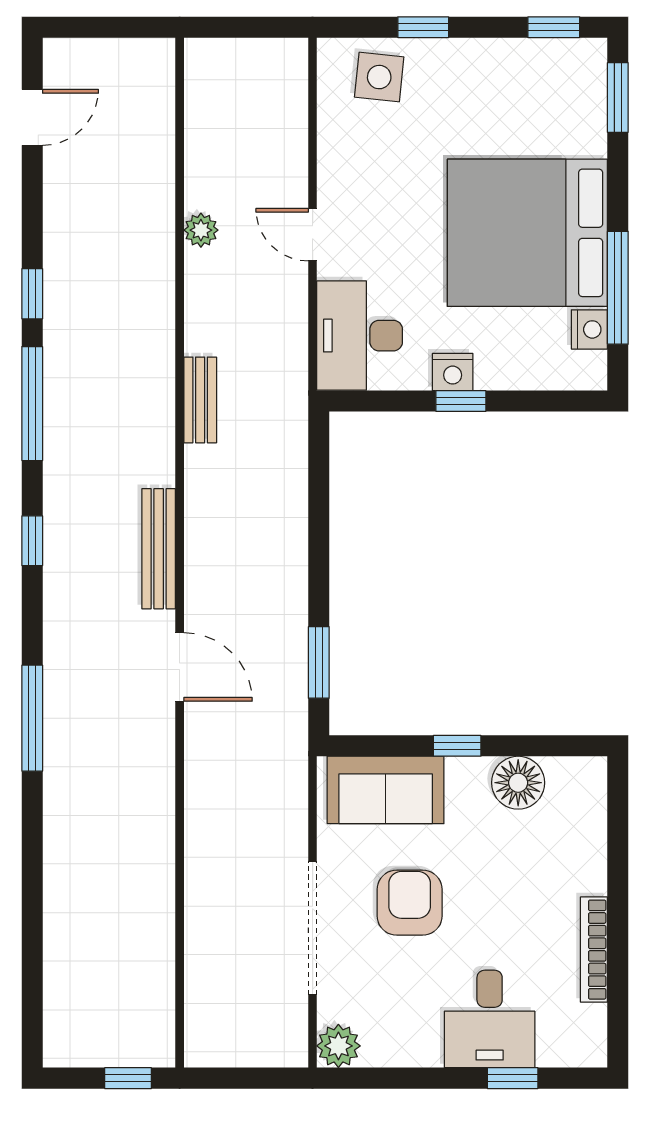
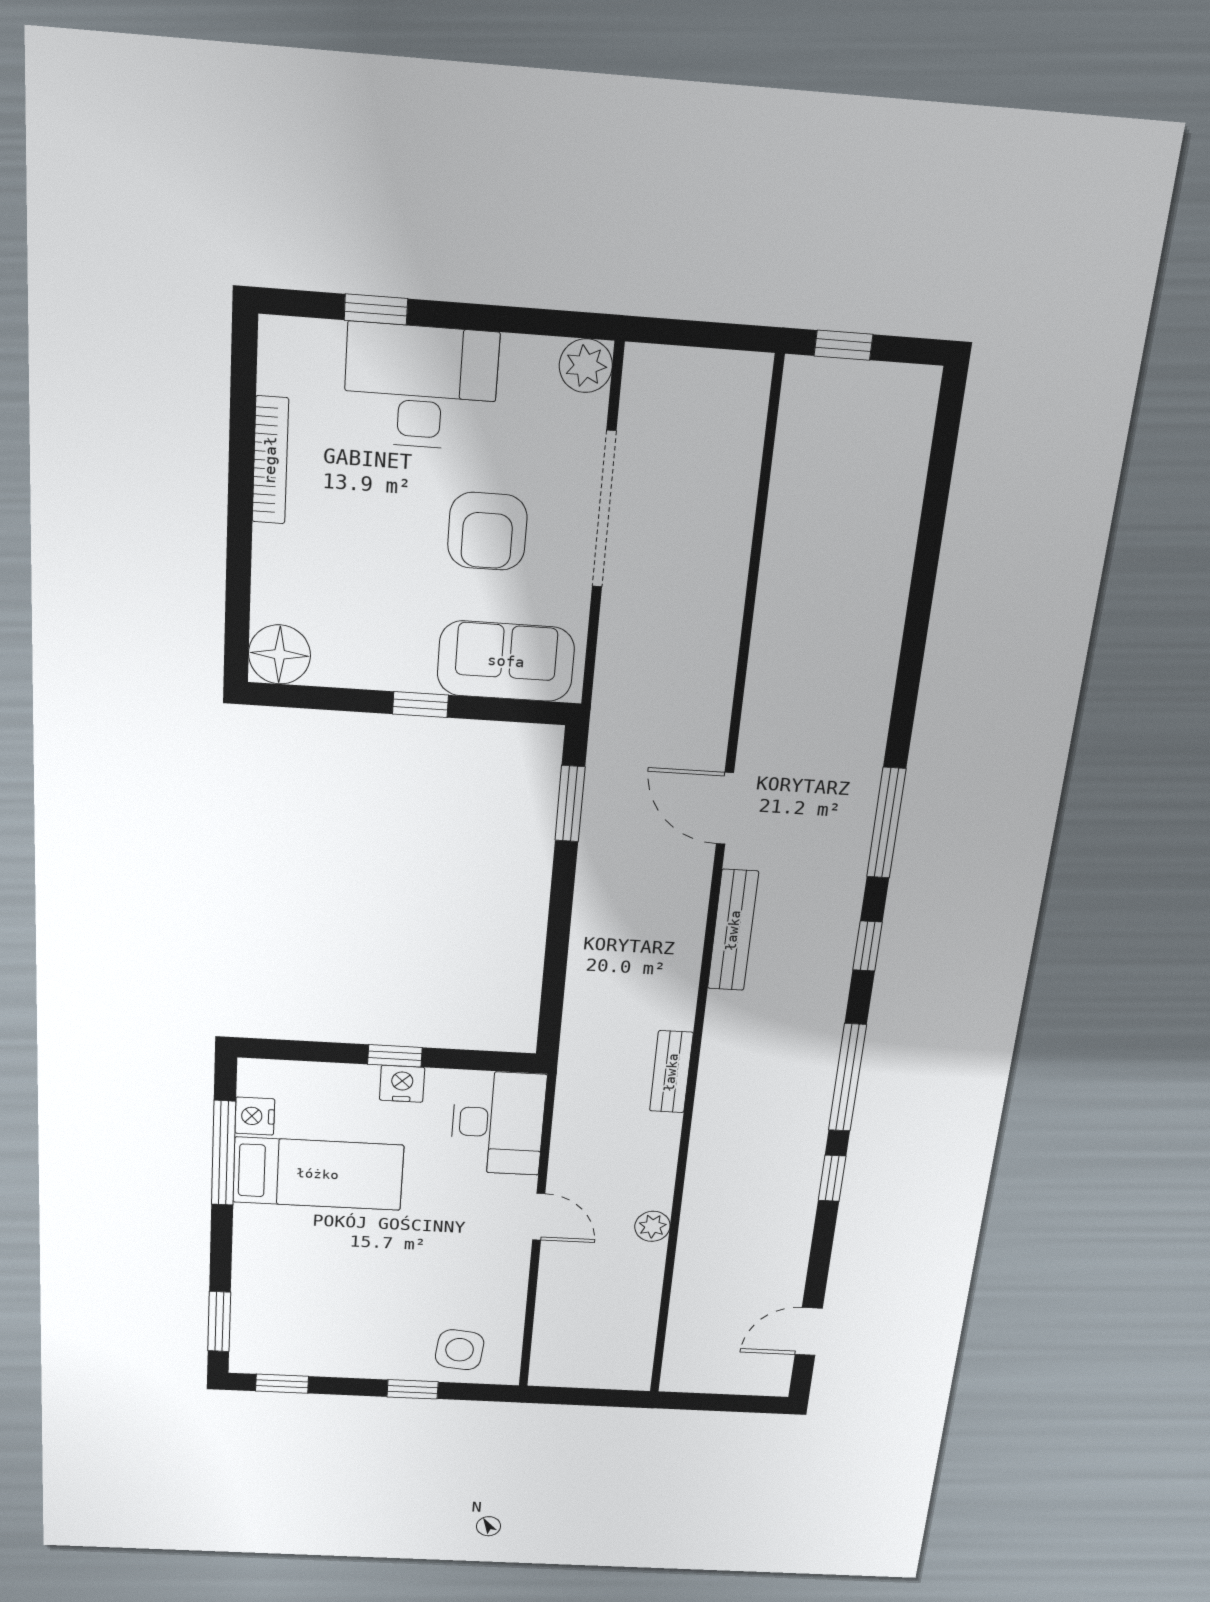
bed: (527, 233) -> (318, 1174), width x0.49
window: (32, 718) -> (886, 823), moved
floor lamp: (518, 783) -> (279, 654), moved
desk: (490, 1019) -> (421, 387), width x1.37

